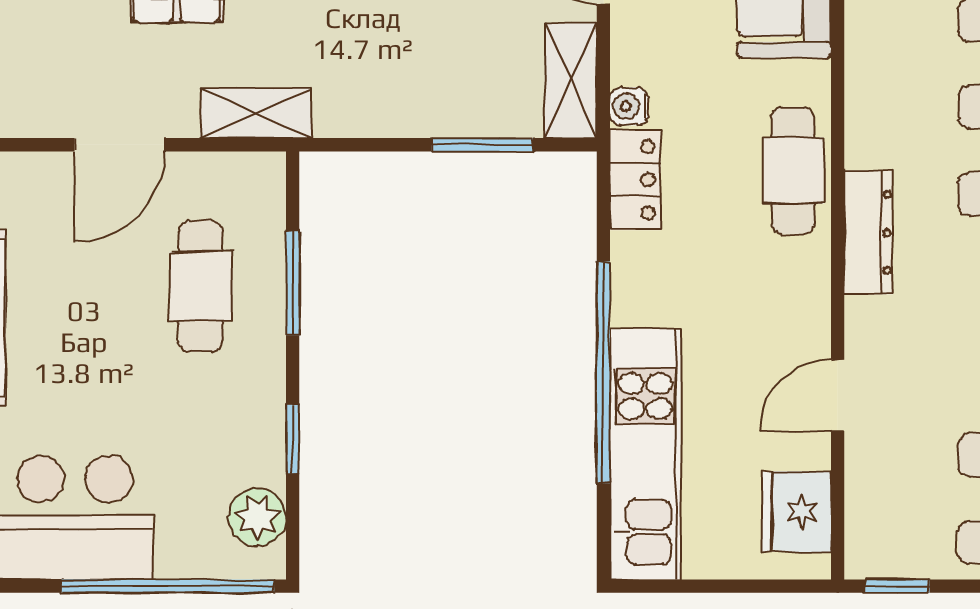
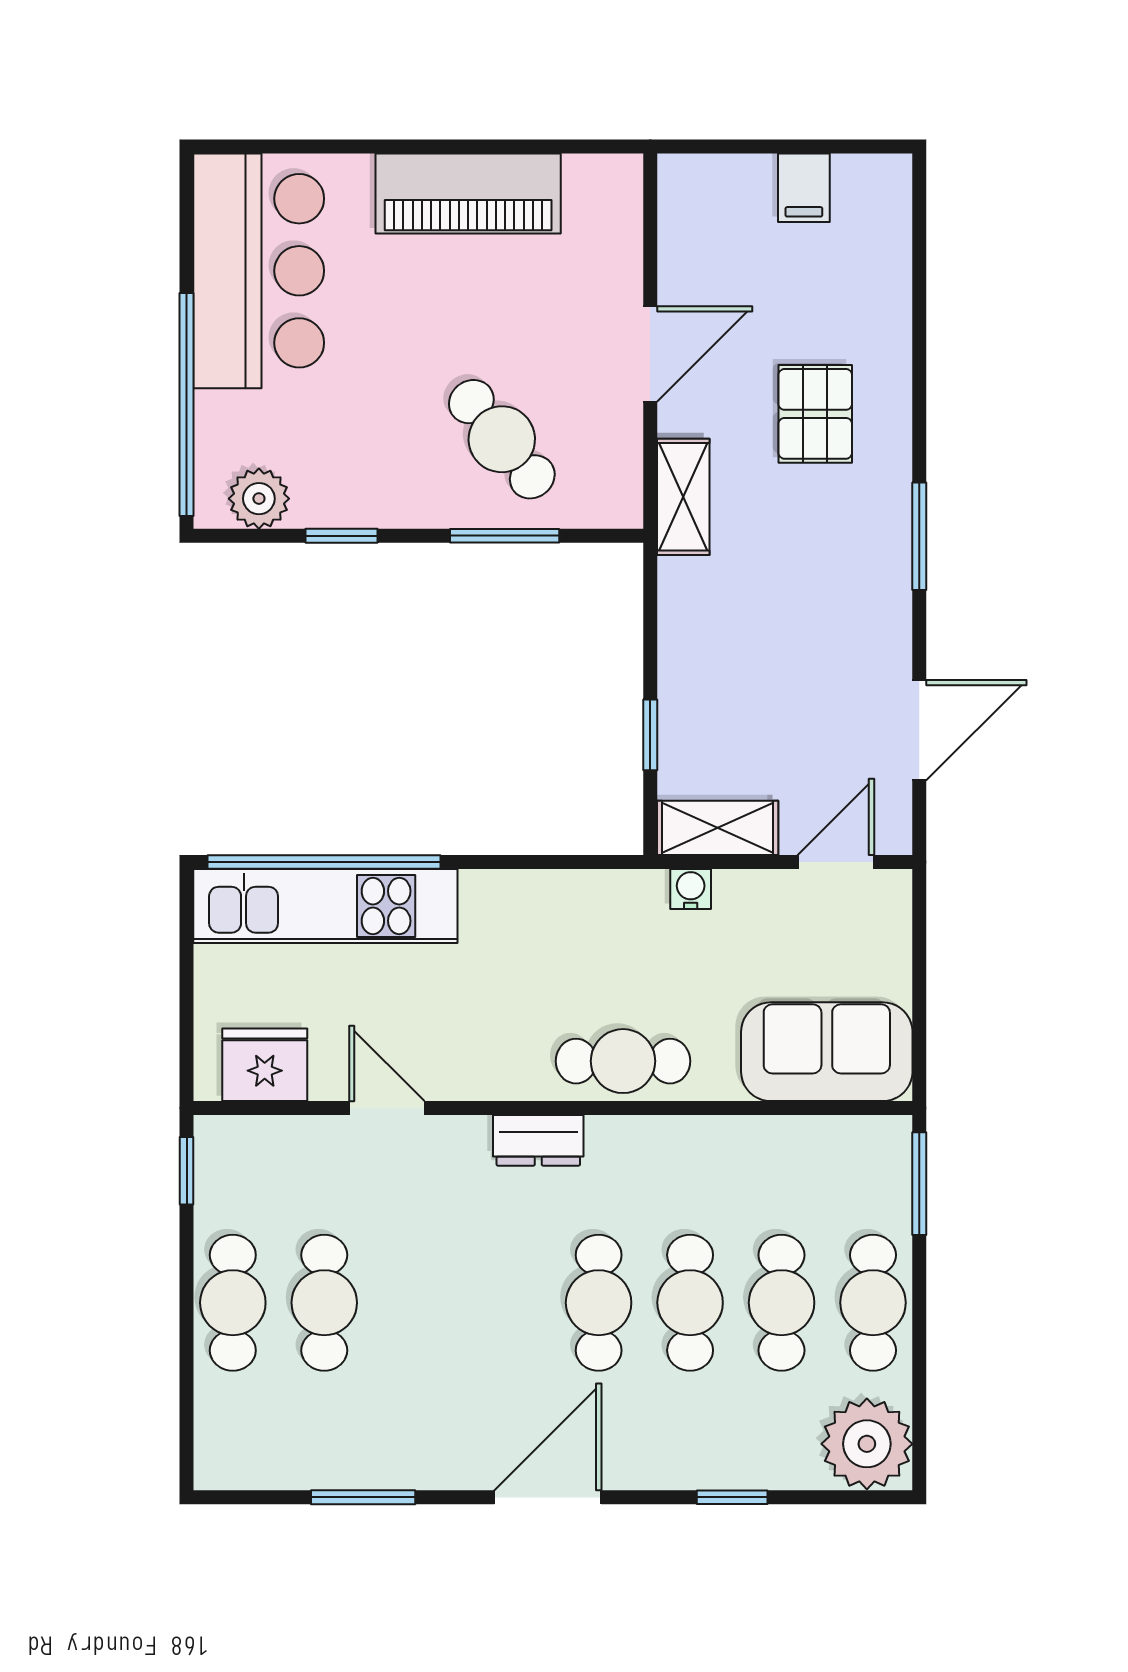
door: (120, 145) -> (650, 354), swing flipped
window: (482, 145) -> (650, 735), width x0.67
locker: (635, 180) -> (613, 895), removed
dresser: (868, 232) -> (538, 1140), width x0.70
cafe table: (201, 286) -> (502, 439), turned 51
window: (603, 372) -> (324, 862), moved

